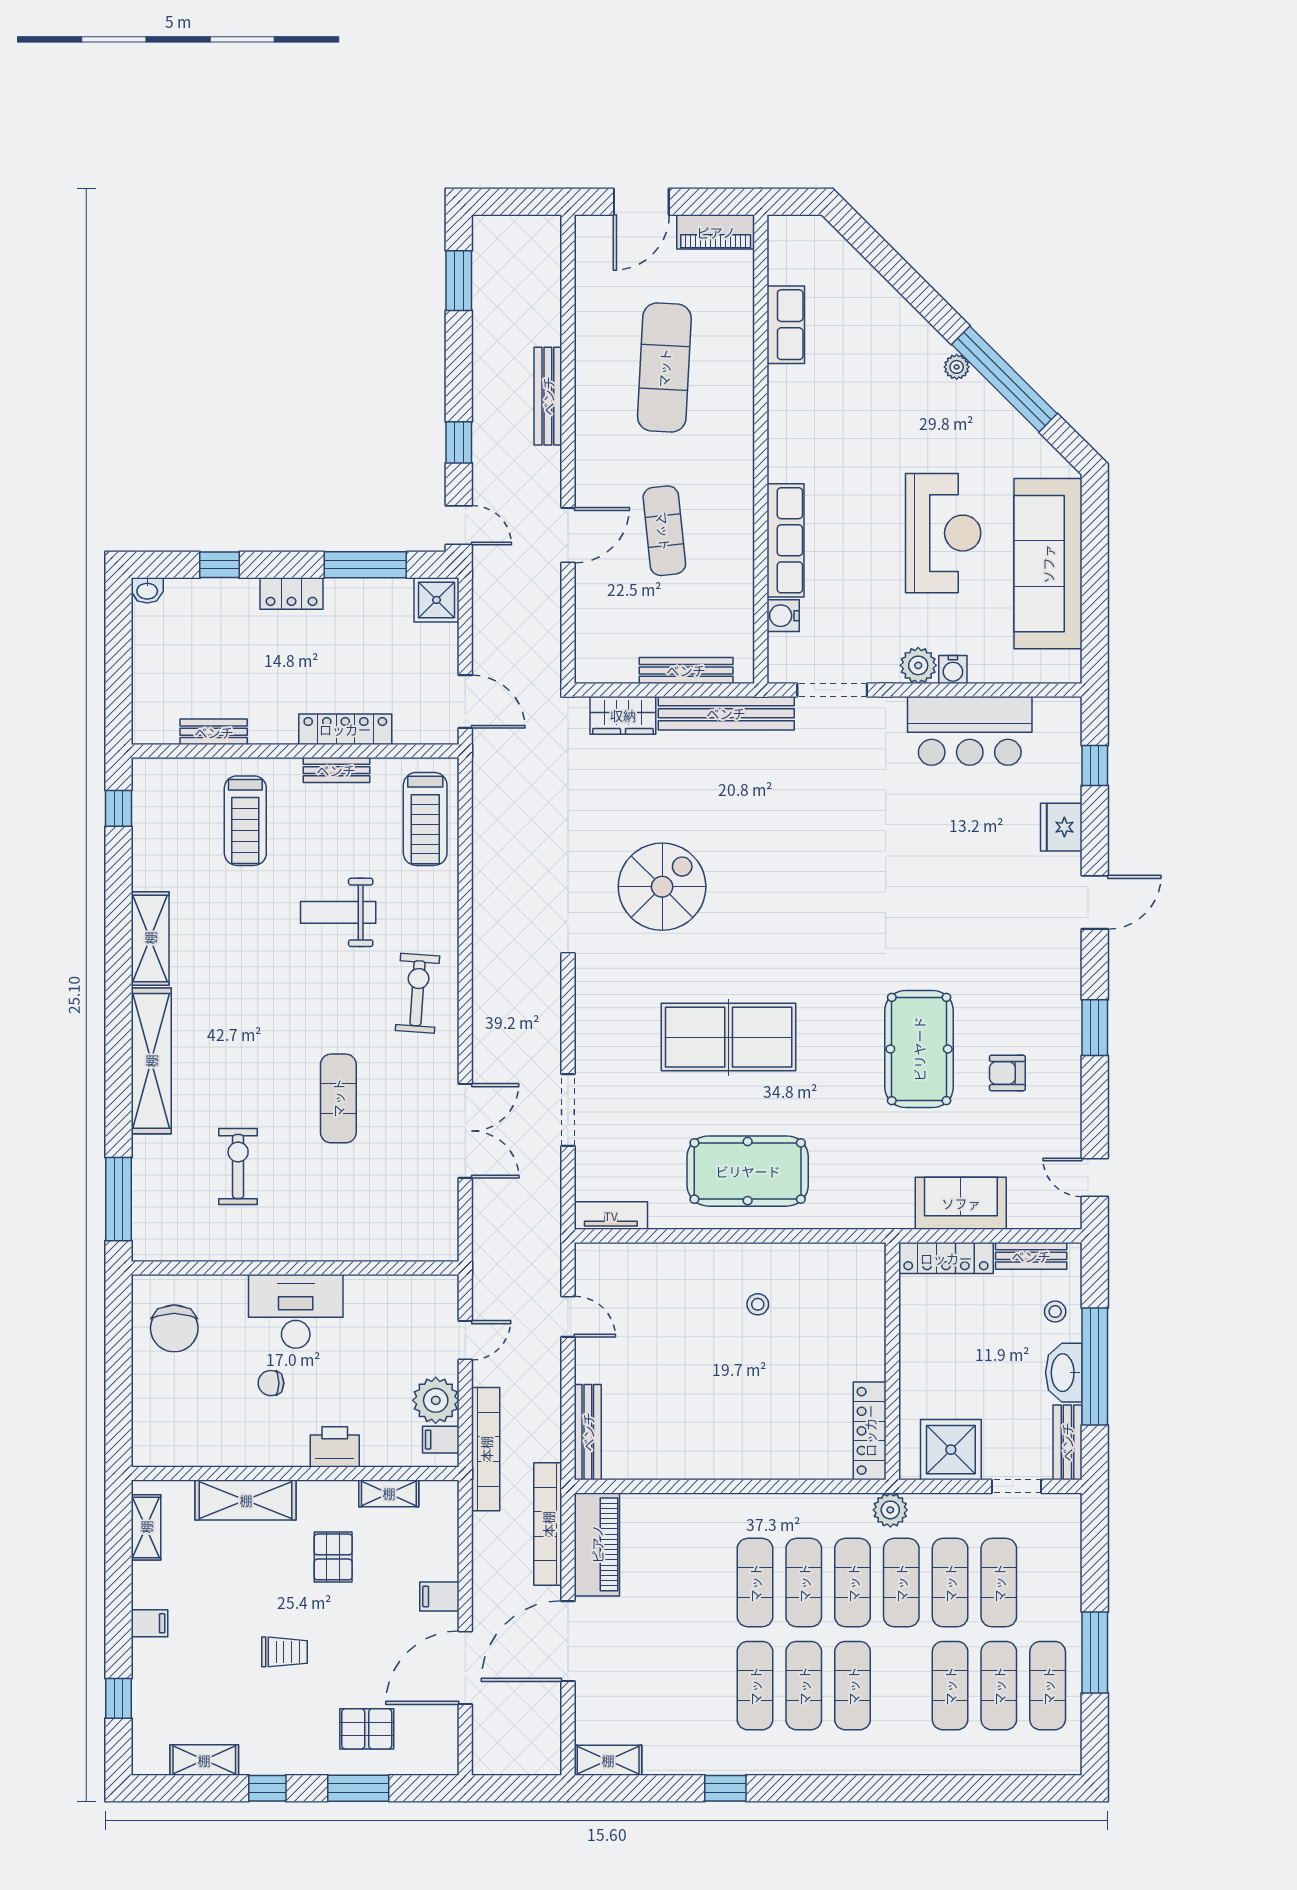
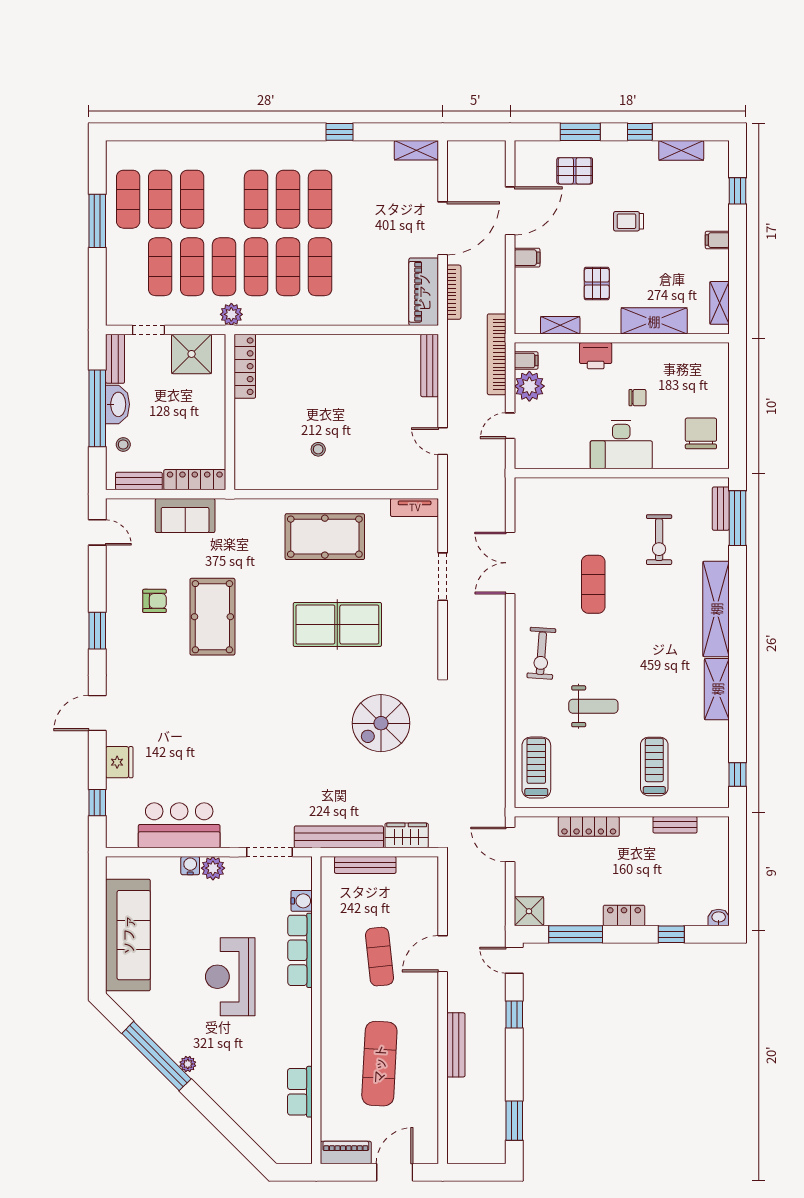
reception desk: (943, 533) -> (230, 977), moved
bench: (336, 770) -> (721, 509), moved, turned 90
bookcase: (548, 1524) -> (454, 292), width x0.68, depth x0.76

